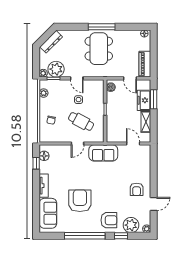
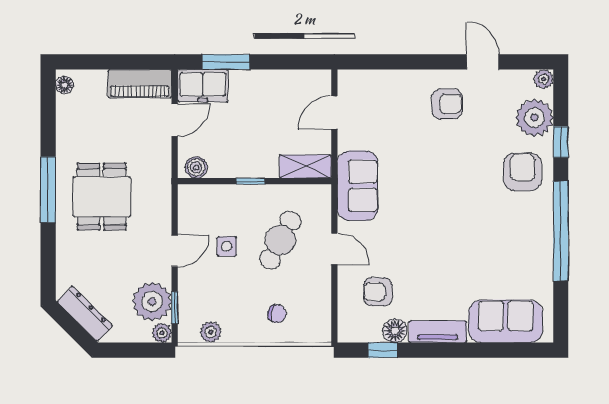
dining table: (99, 49) -> (102, 197), width x0.73
freezer: (144, 100) -> (203, 86), moved
shelving: (146, 122) -> (305, 166), moved
floor lamp: (44, 156) -> (395, 331), moved
armchair: (80, 201) -> (378, 292), moved, width x0.53, depth x0.53

